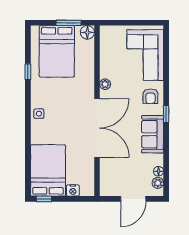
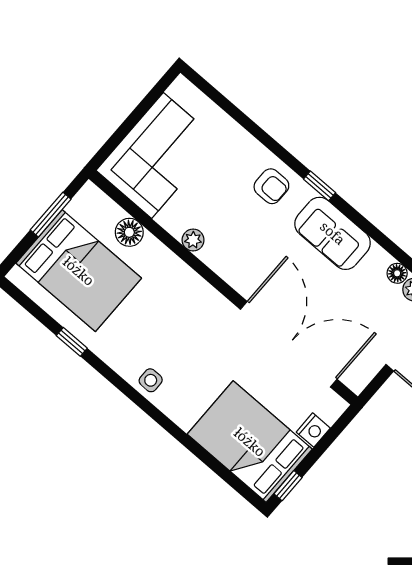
floor lamp: (87, 32) -> (129, 232), moved
corner sofa: (145, 55) -> (157, 155), moved, turned -90
double door: (97, 128) -> (289, 344), moved

